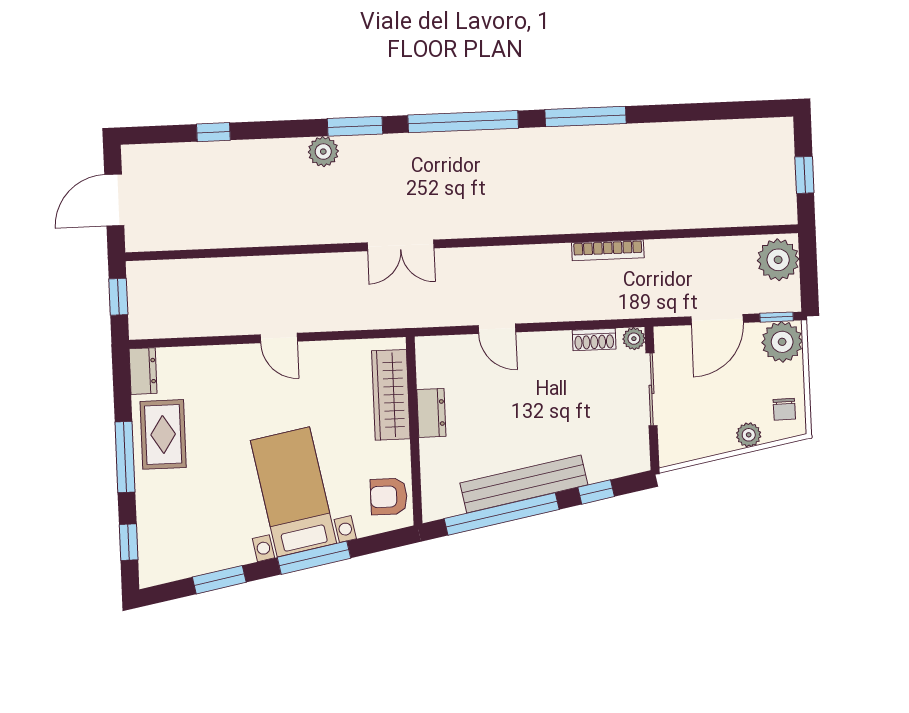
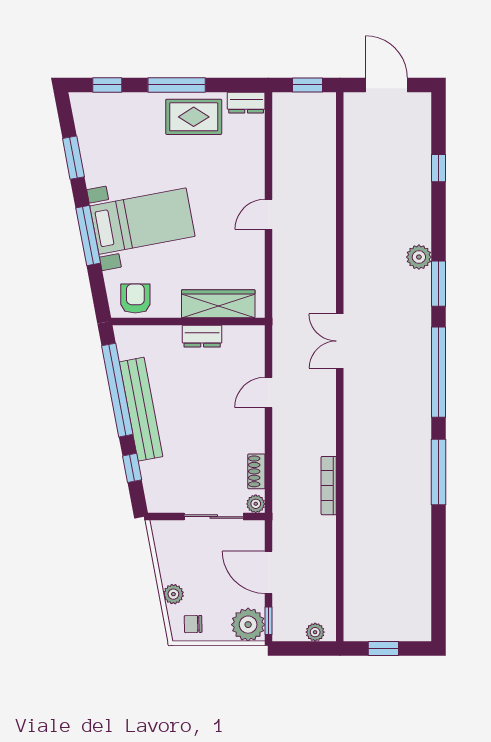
double door: (401, 245) -> (340, 341), moved
plant: (778, 260) -> (315, 632), width x0.53, depth x0.53

